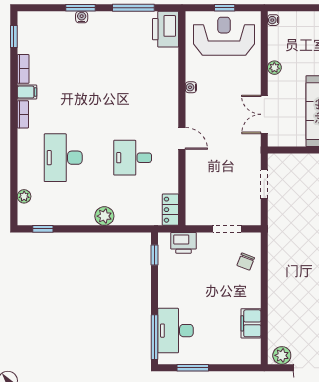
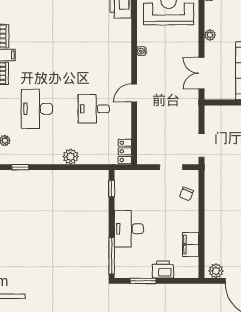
door: (182, 138) -> (134, 93), swing flipped
doorway: (264, 184) -> (202, 146), moved
printer: (184, 243) -> (163, 269), moved, turned 180
desk: (176, 331) -> (129, 229), moved

